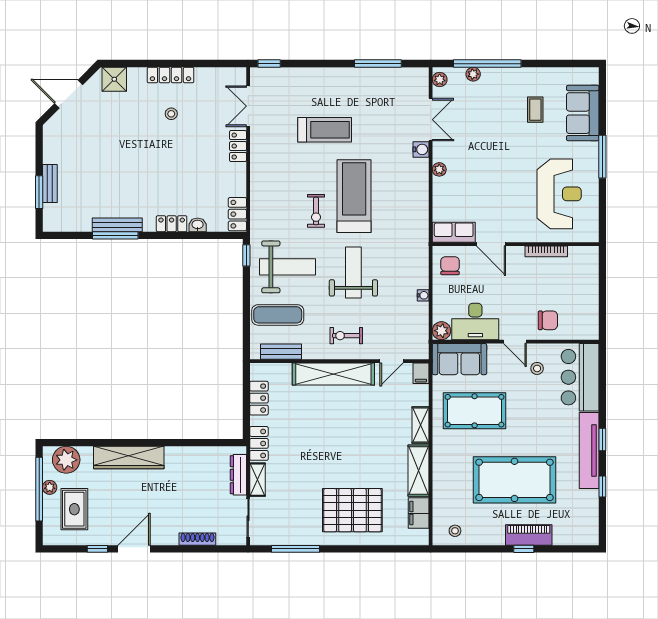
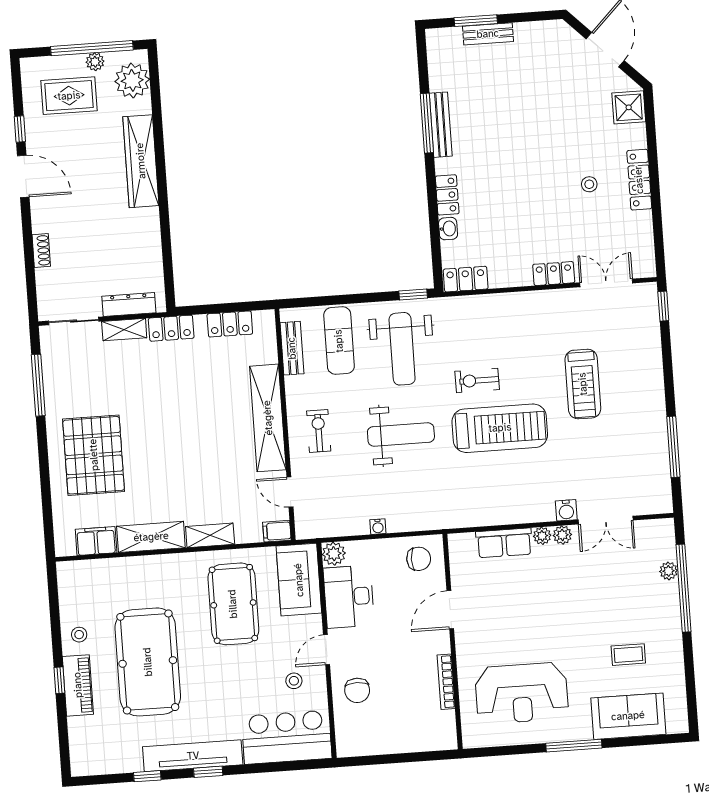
plant: (440, 80) -> (562, 535), moved
row of seats: (454, 232) -> (504, 543), moved, turned 90
stool: (455, 531) -> (79, 635), moved
shoe rack: (197, 539) -> (41, 250), width x0.70

